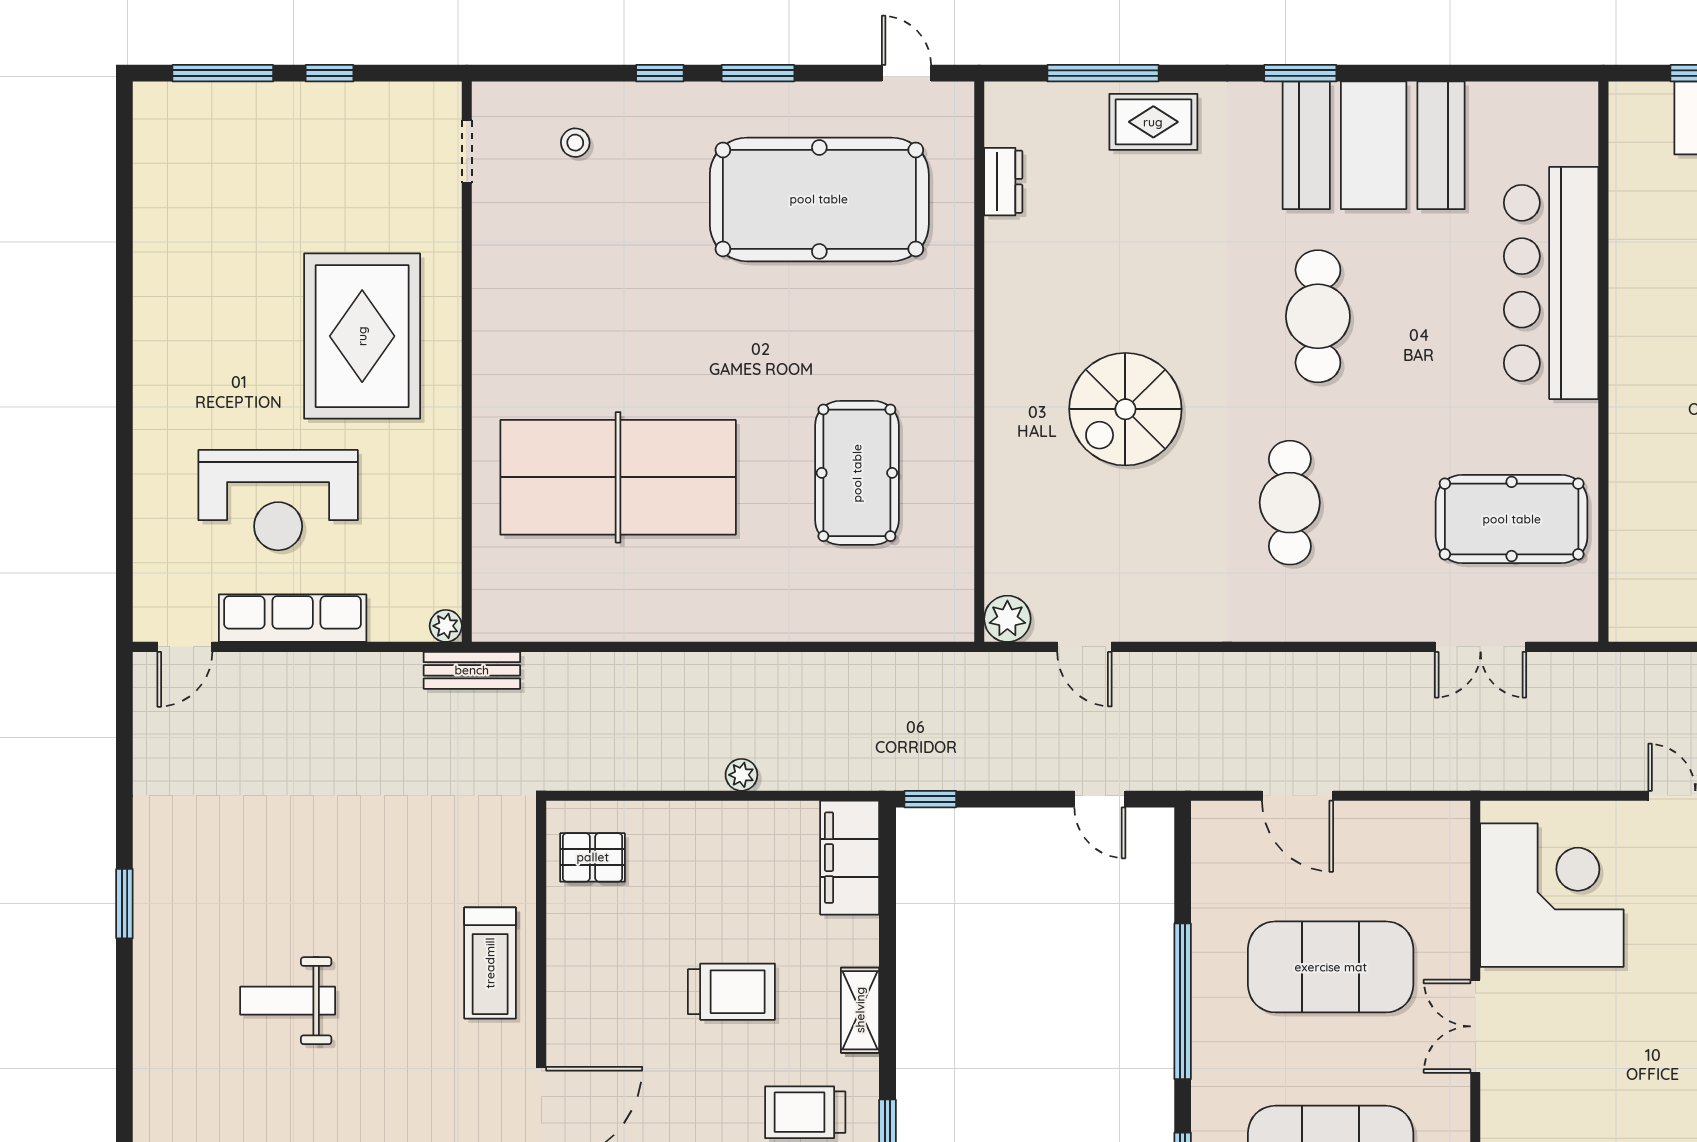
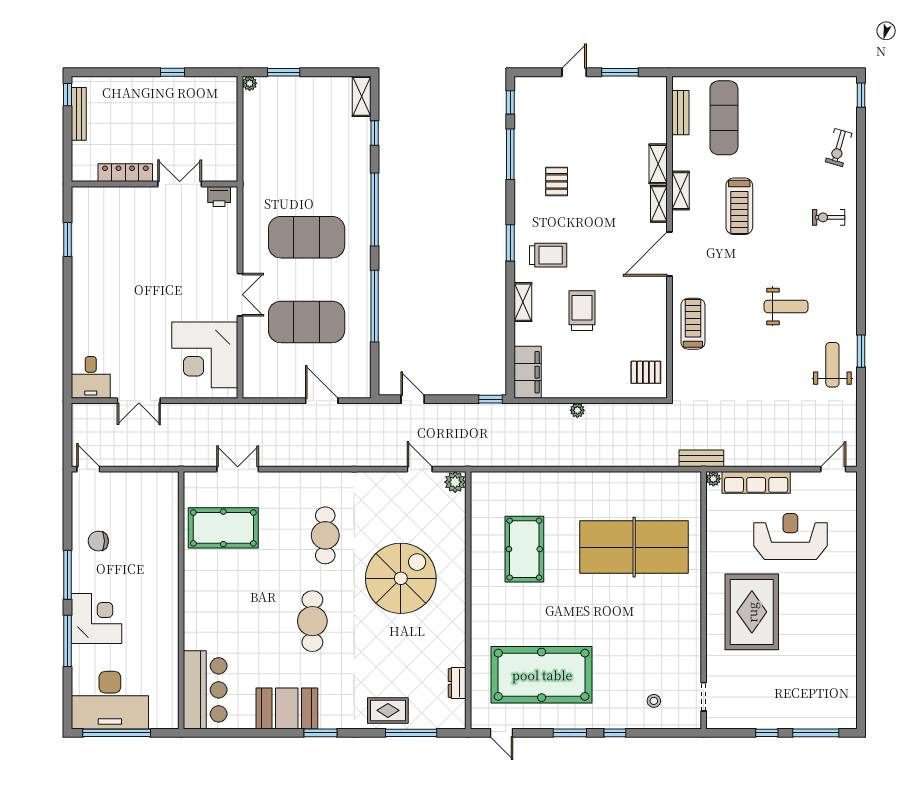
booth: (1374, 145) -> (287, 708), width x0.73, depth x0.70
bar counter: (1551, 283) -> (205, 690), moved, width x0.73
spiral stairs: (1125, 409) -> (401, 578), width x1.37, depth x1.37
row of seats: (293, 618) -> (756, 482), moved
weight bench: (187, 874) -> (832, 365), added
trolley: (731, 992) -> (582, 311), turned 90

